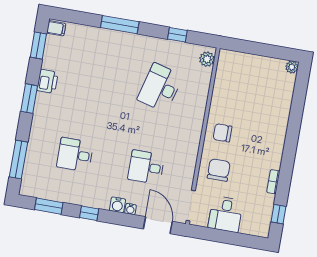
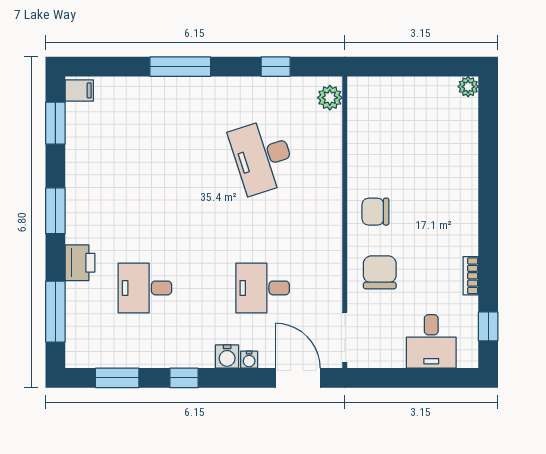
printer: (47, 81) -> (80, 263), moved
desk: (160, 88) -> (263, 157), turned -33
desk: (226, 214) -> (431, 341), moved

